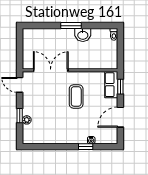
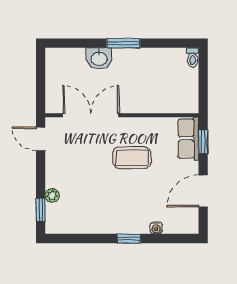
washbasin: (83, 35) -> (99, 58), moved
coffee table: (76, 96) -> (132, 158), turned 90
window: (20, 116) -> (41, 210), moved
window: (86, 147) -> (129, 238), moved

